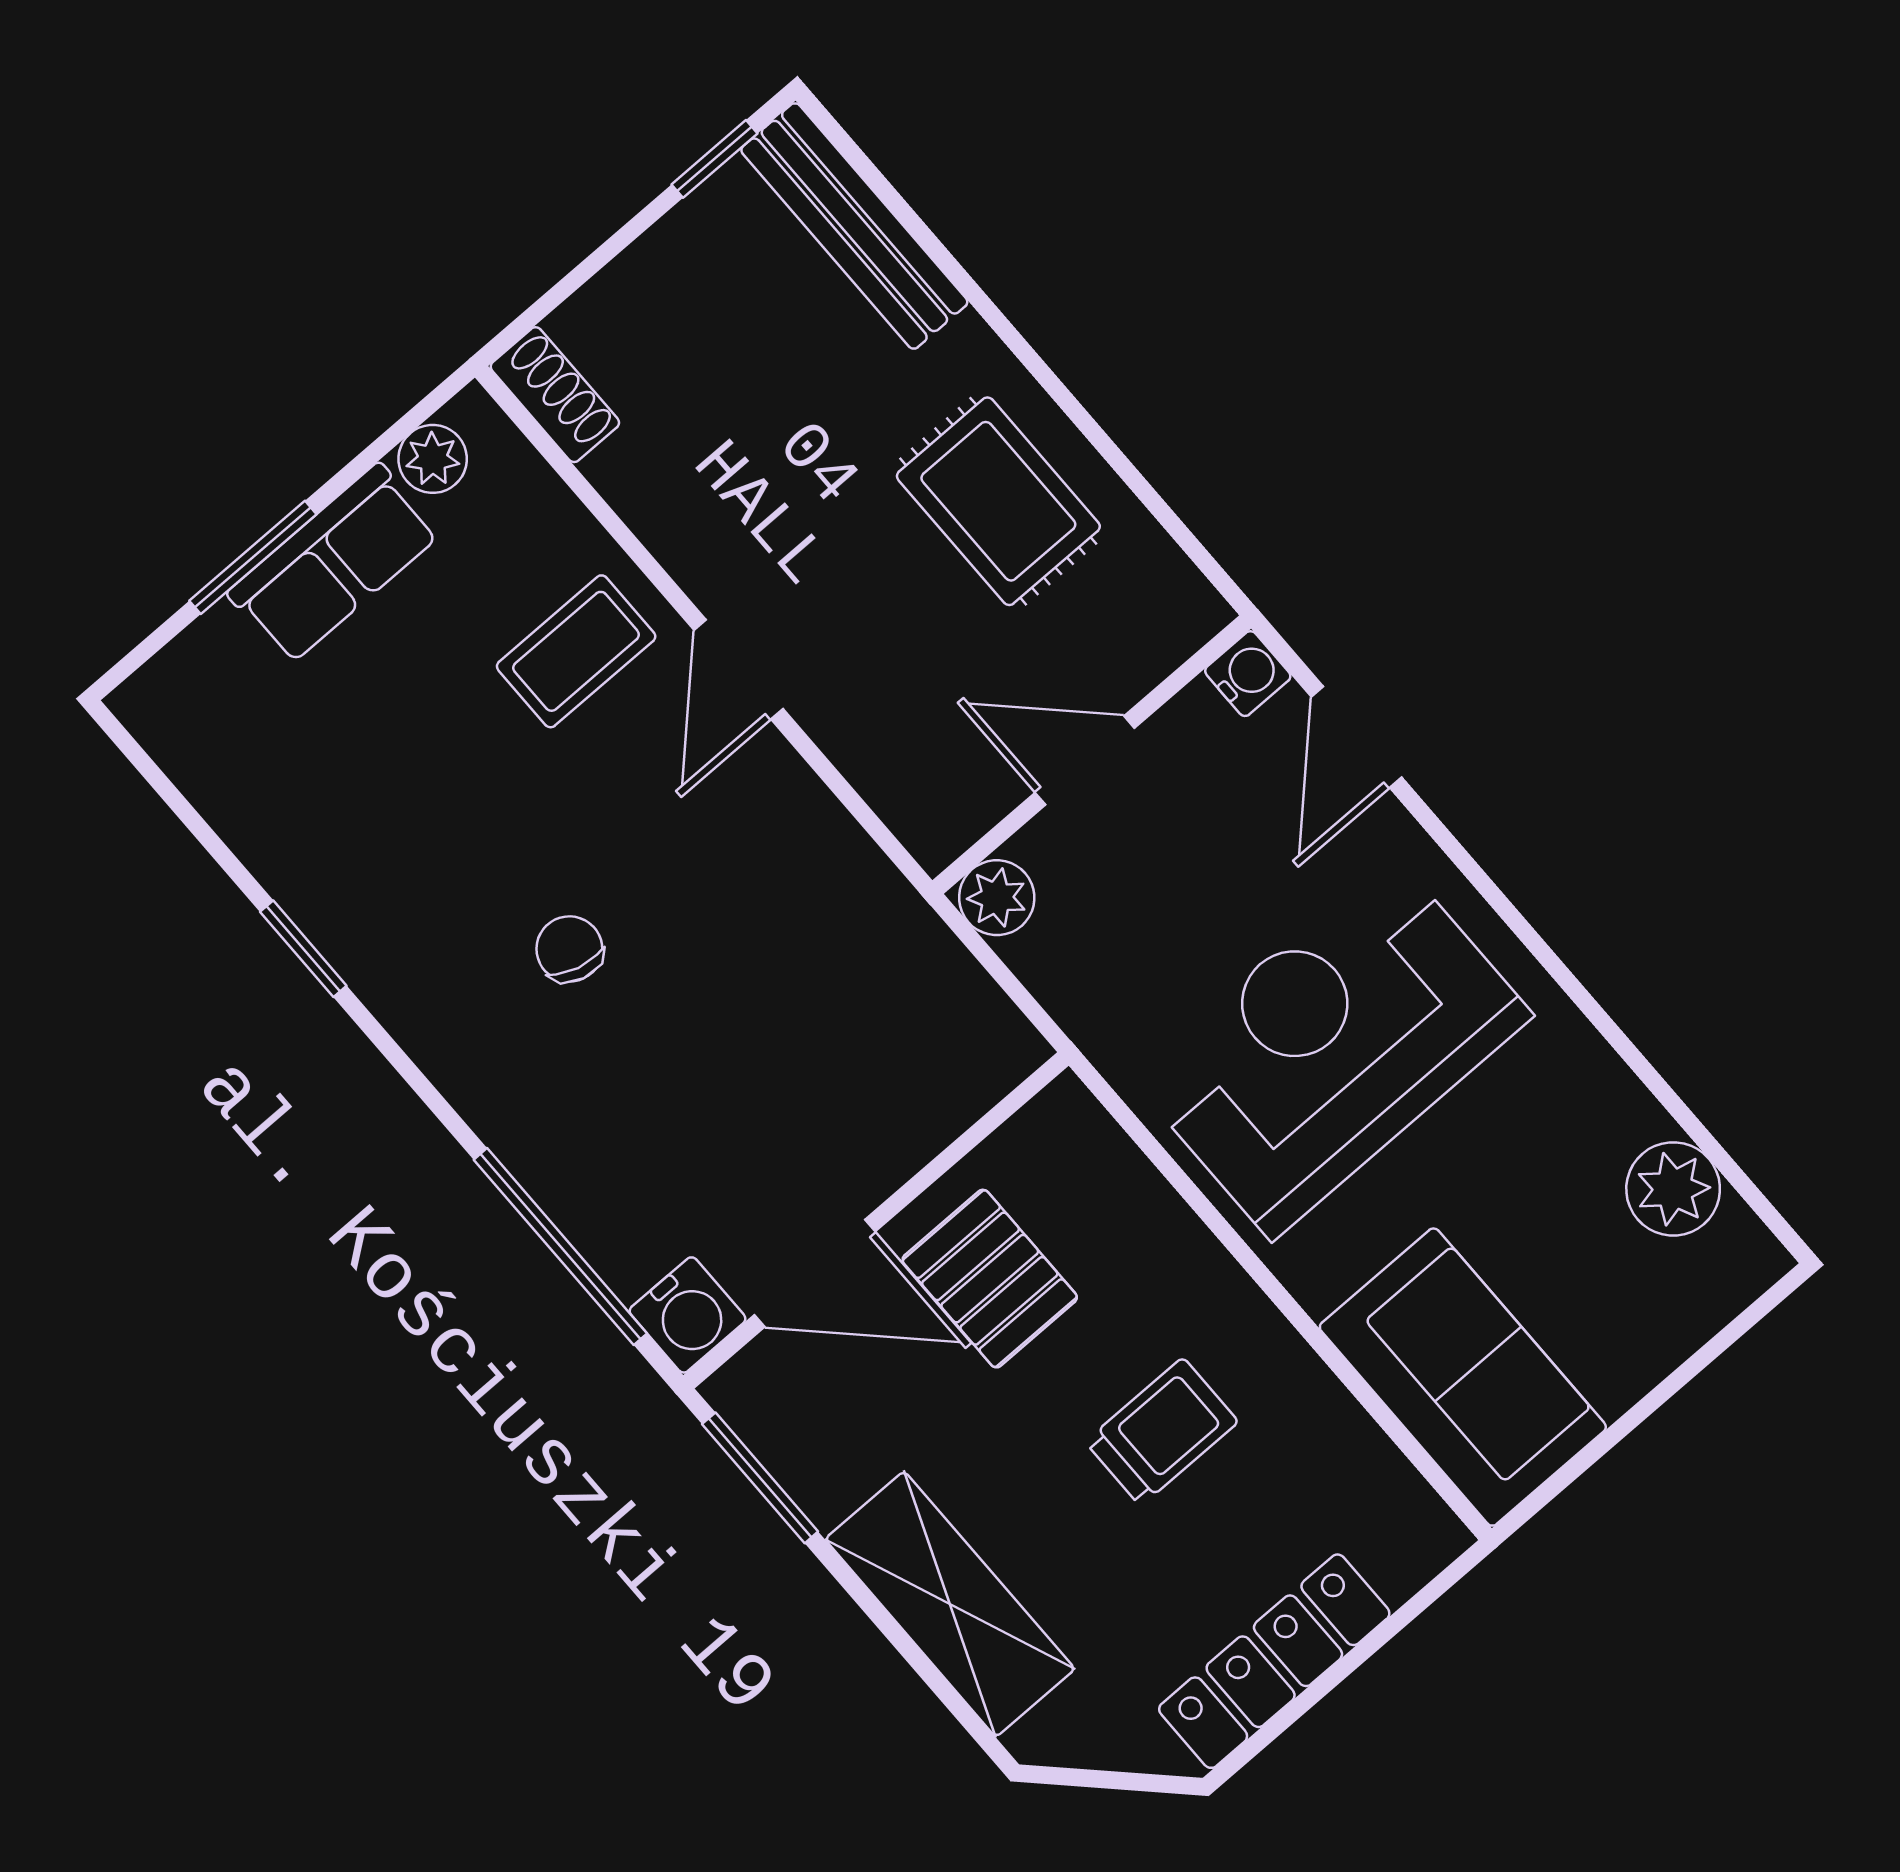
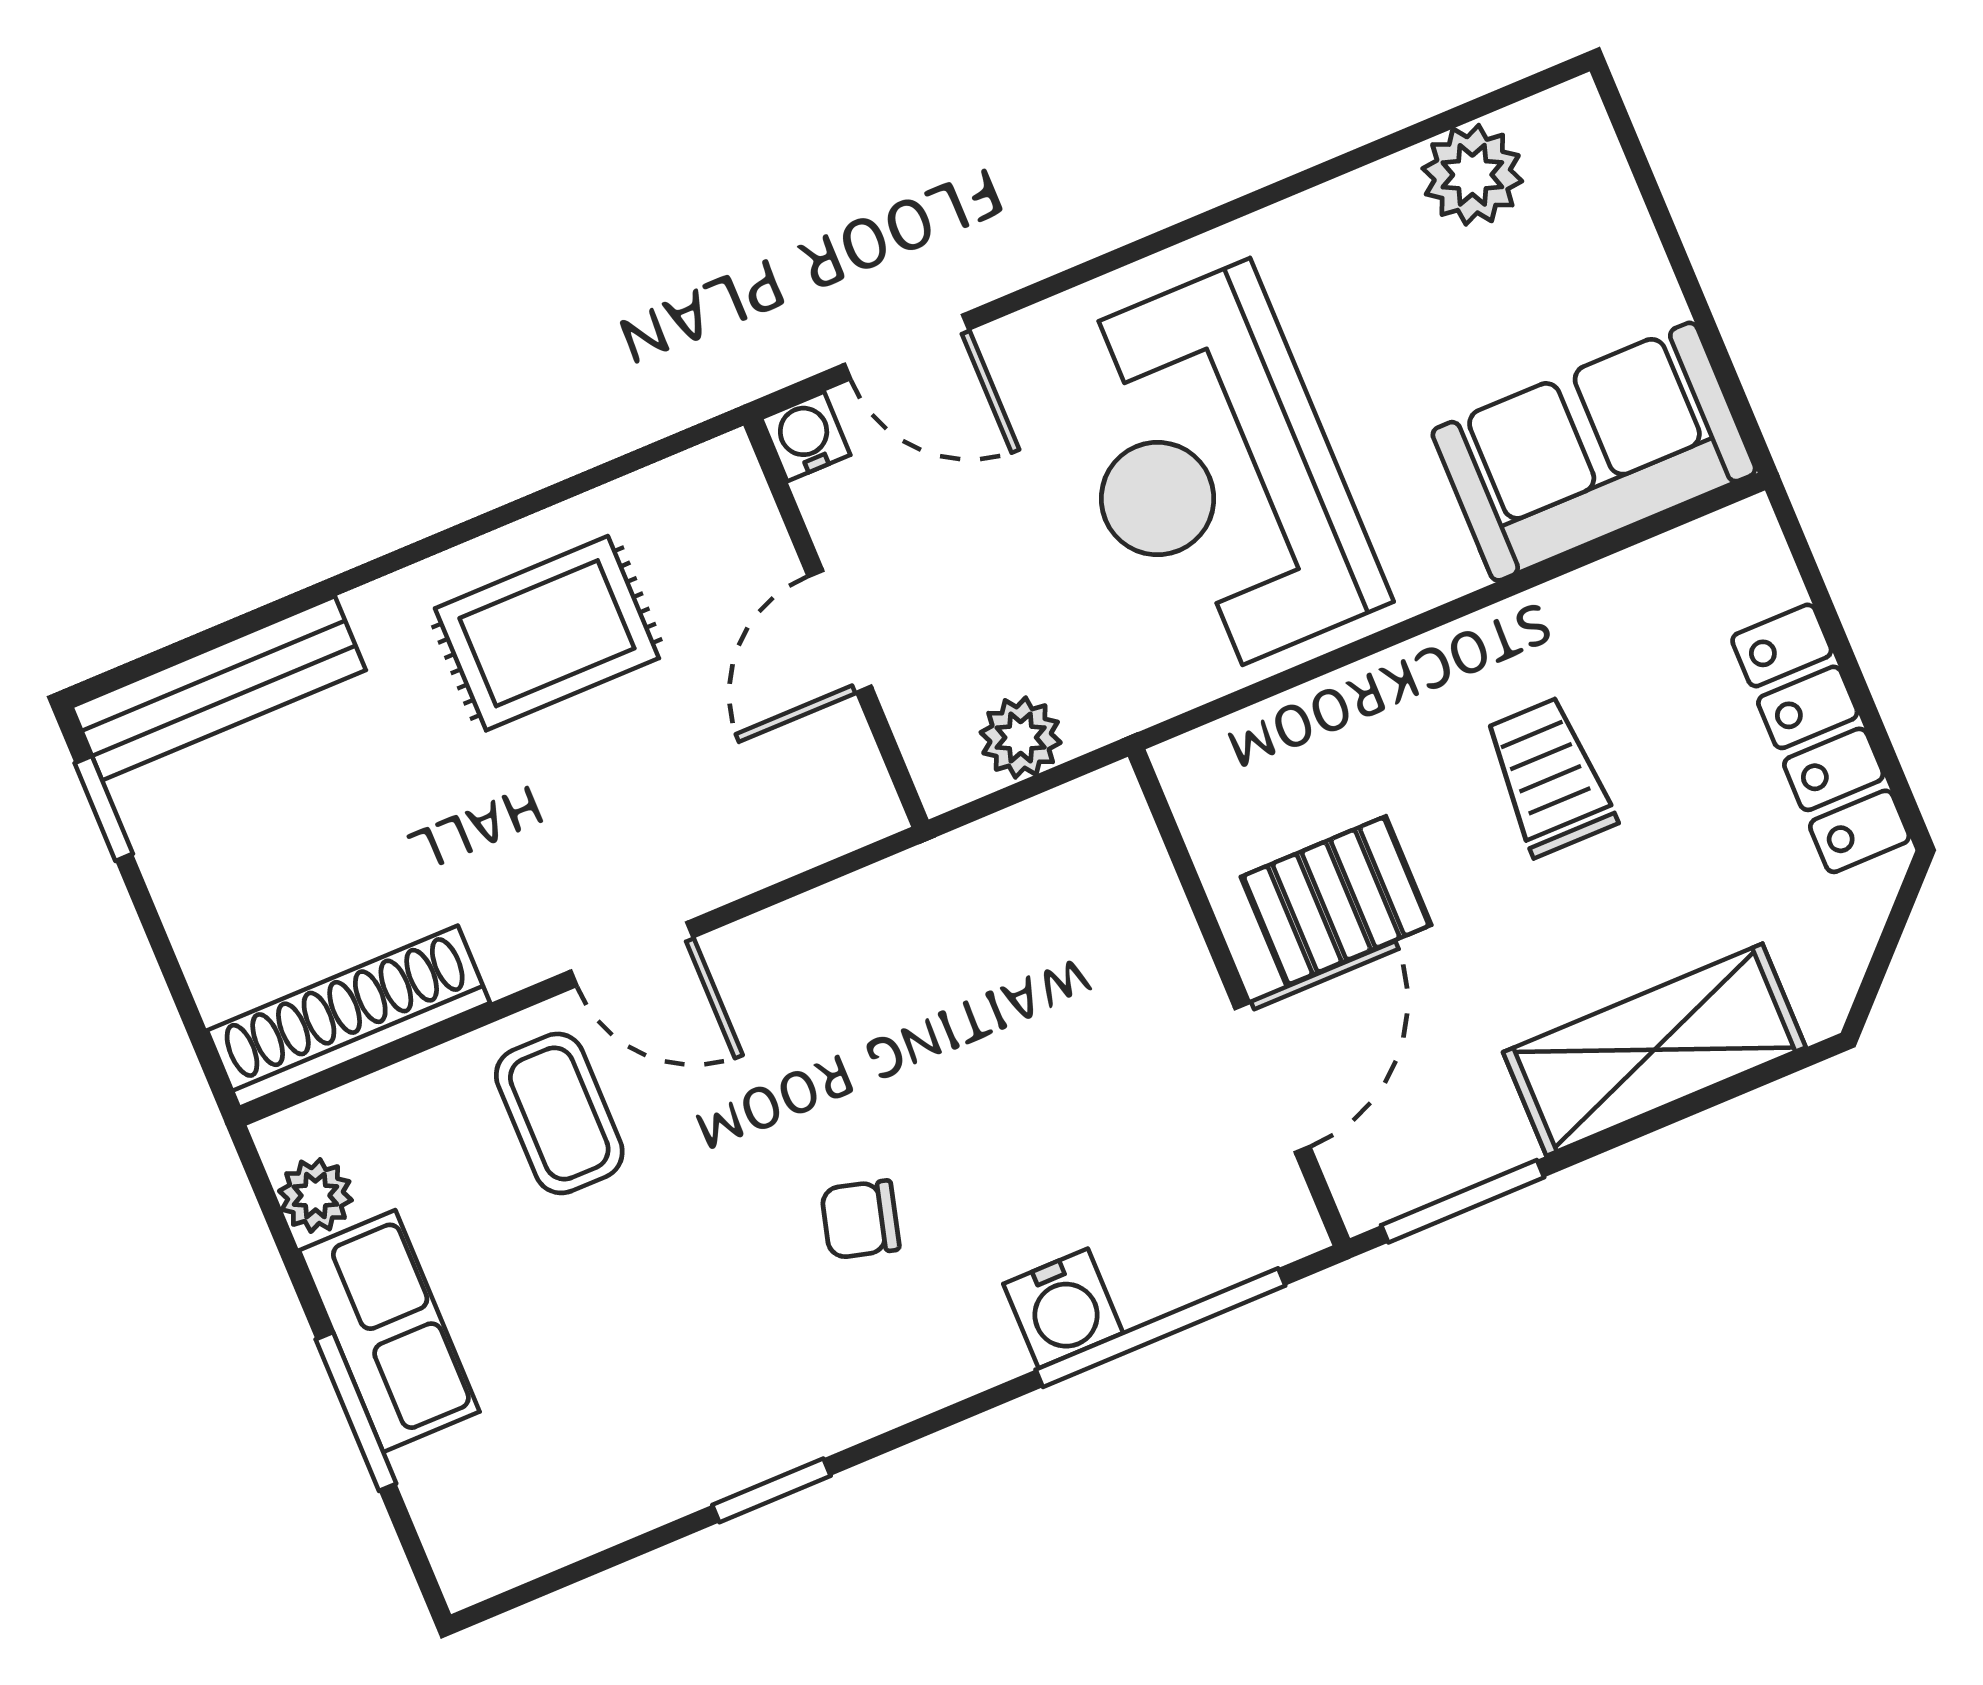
shoe rack: (555, 395) -> (349, 1017), width x1.94, depth x1.24
plant: (997, 898) -> (1021, 737), moved
water cooler: (688, 1315) -> (1063, 1308), moved, turned 90

